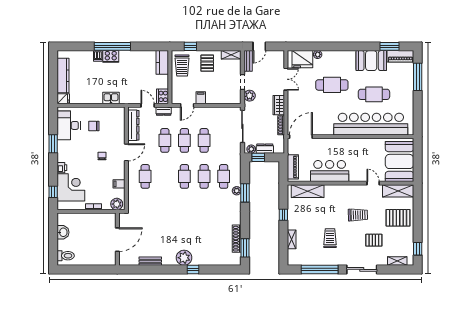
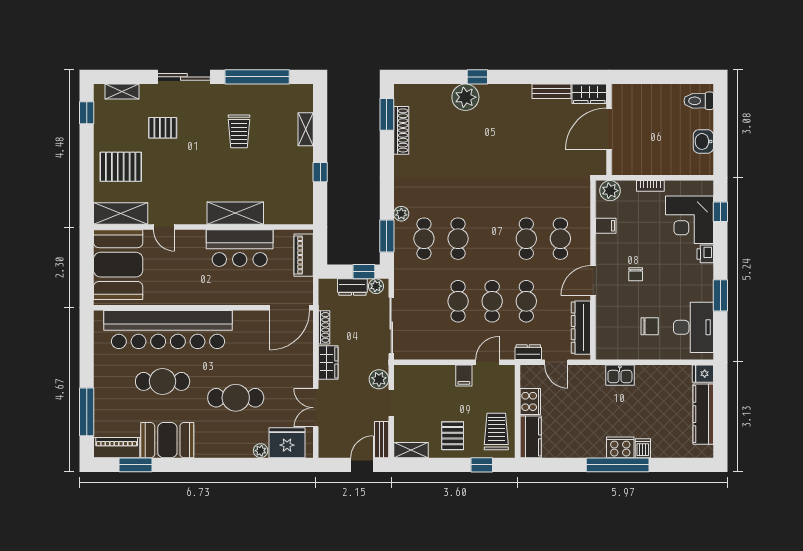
cooker: (162, 96) -> (530, 401), moved
cafe table: (184, 176) -> (526, 239), moved
shelving: (308, 191) -> (235, 213), moved
window: (245, 193) -> (387, 236), moved
trolley: (358, 215) -> (190, 172), removed
plant: (184, 258) -> (465, 97), moved
wardrobe: (129, 260) -> (589, 94), added

